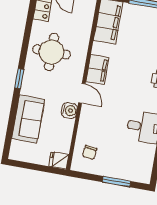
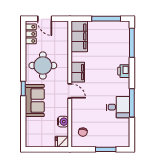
water cooler: (69, 110) -> (63, 122), moved
sofa: (28, 119) -> (35, 100), moved

